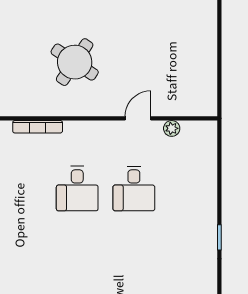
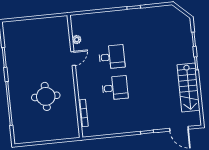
round table: (75, 62) -> (46, 96), turned -34
door: (138, 118) -> (73, 59), swing flipped

